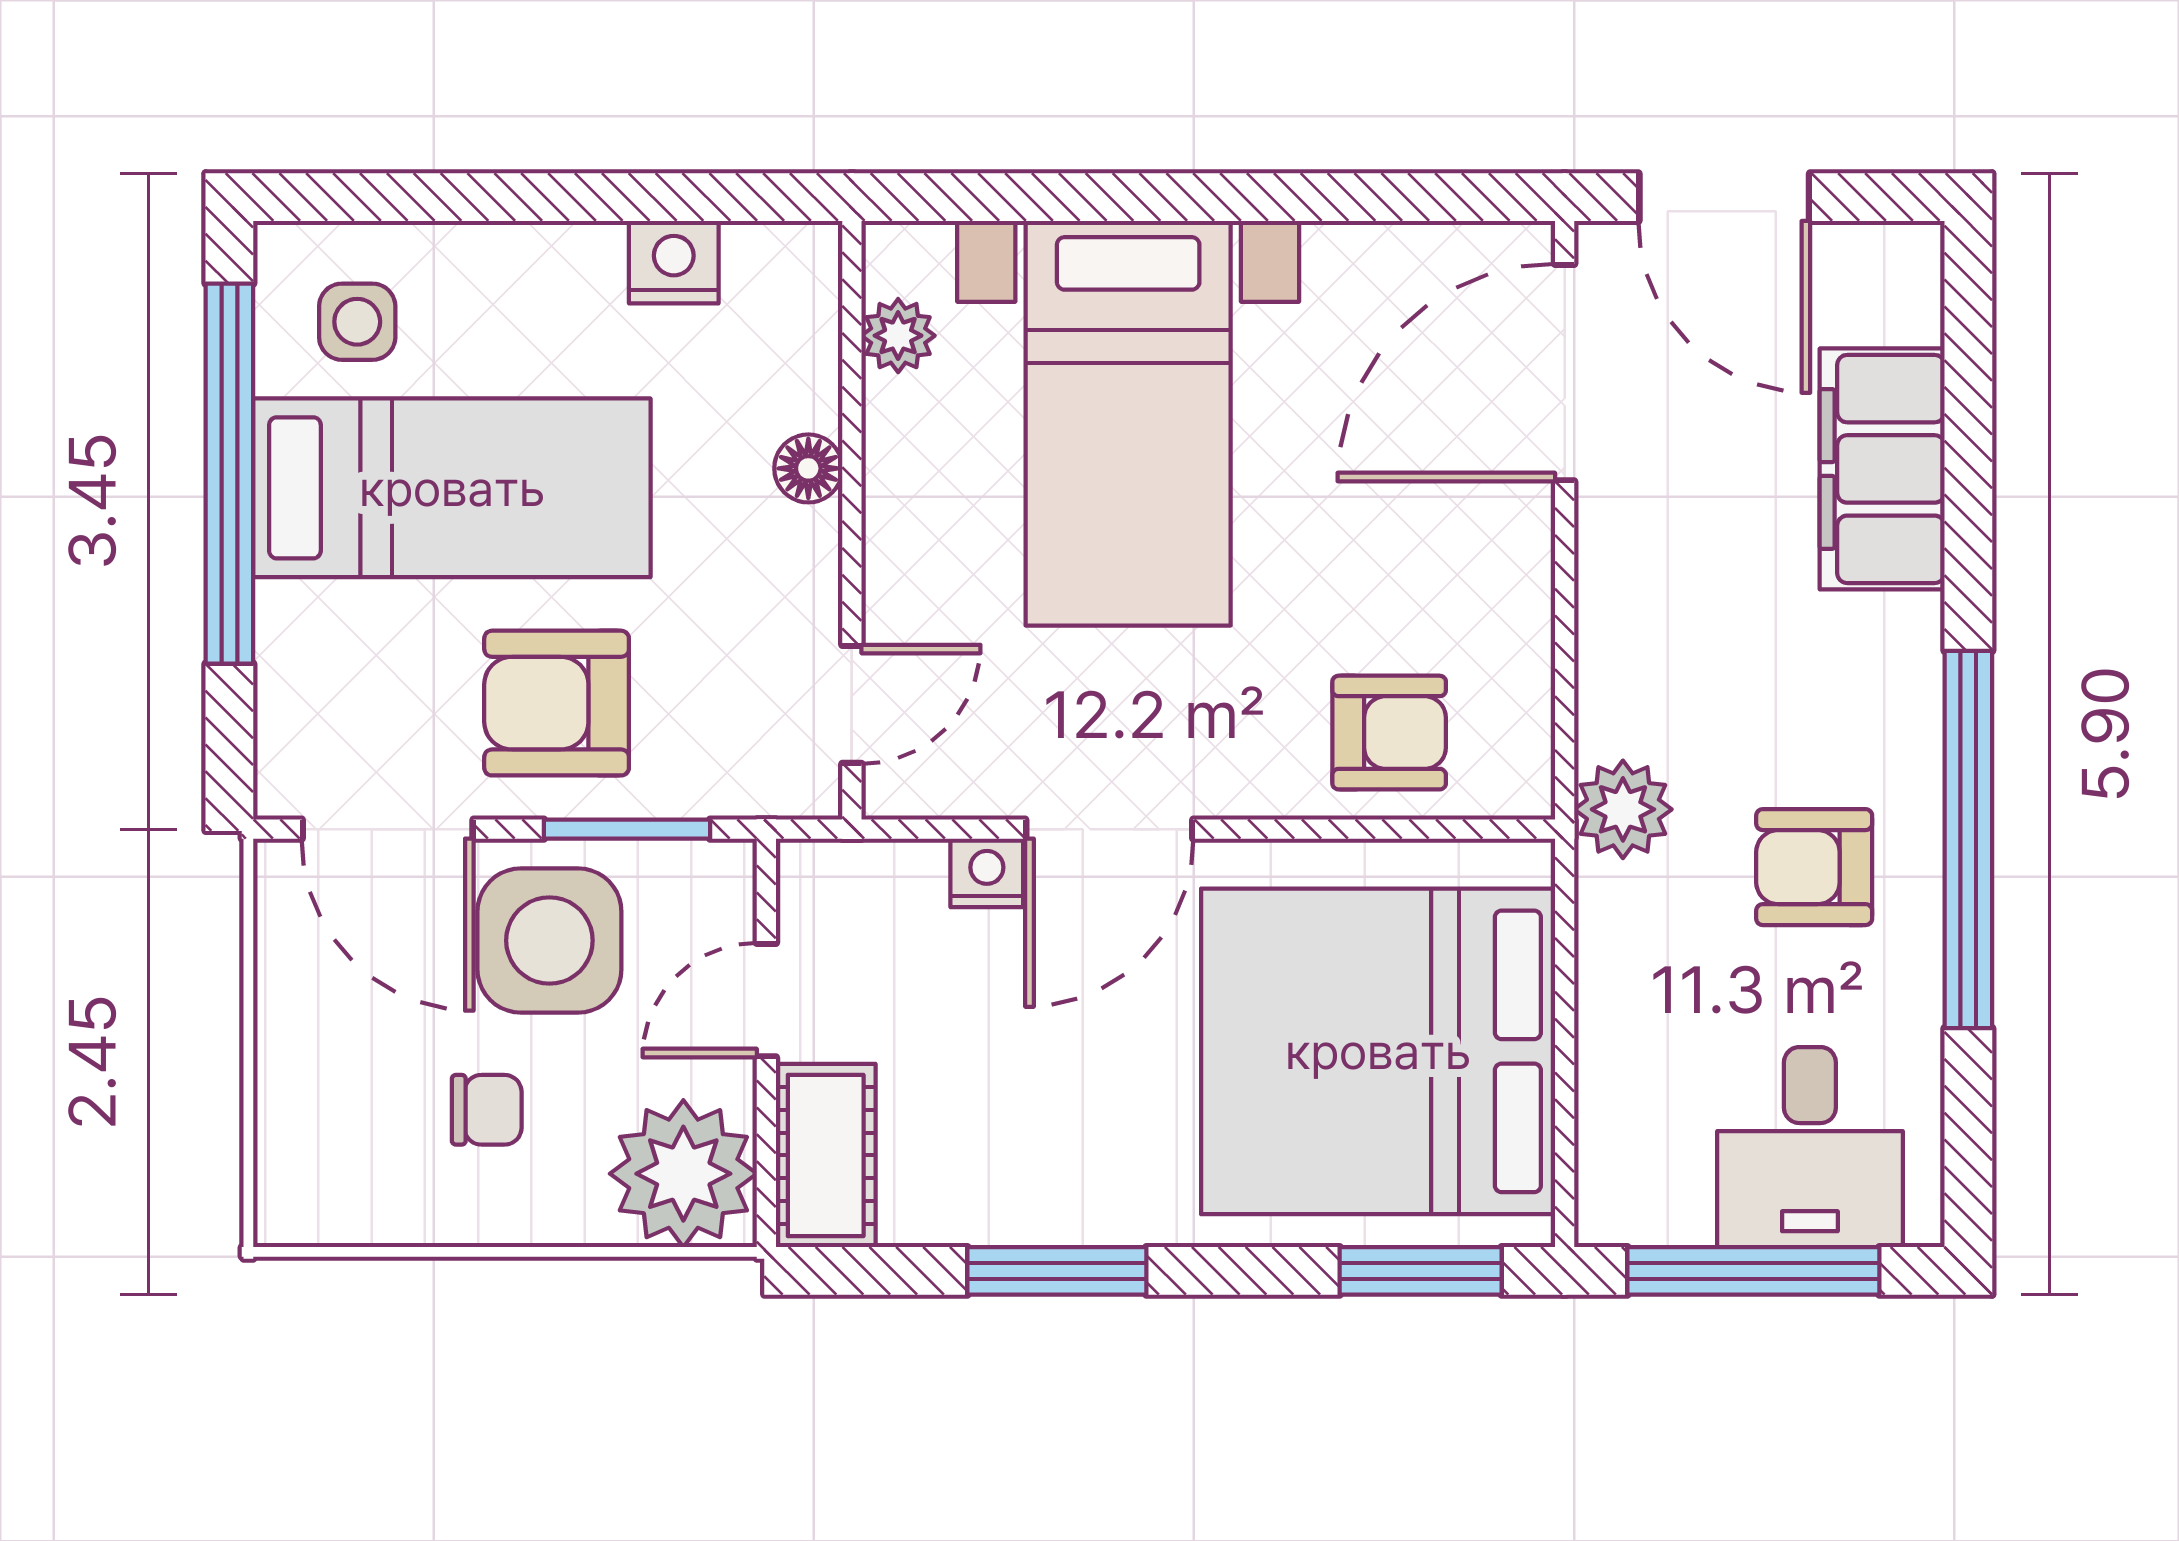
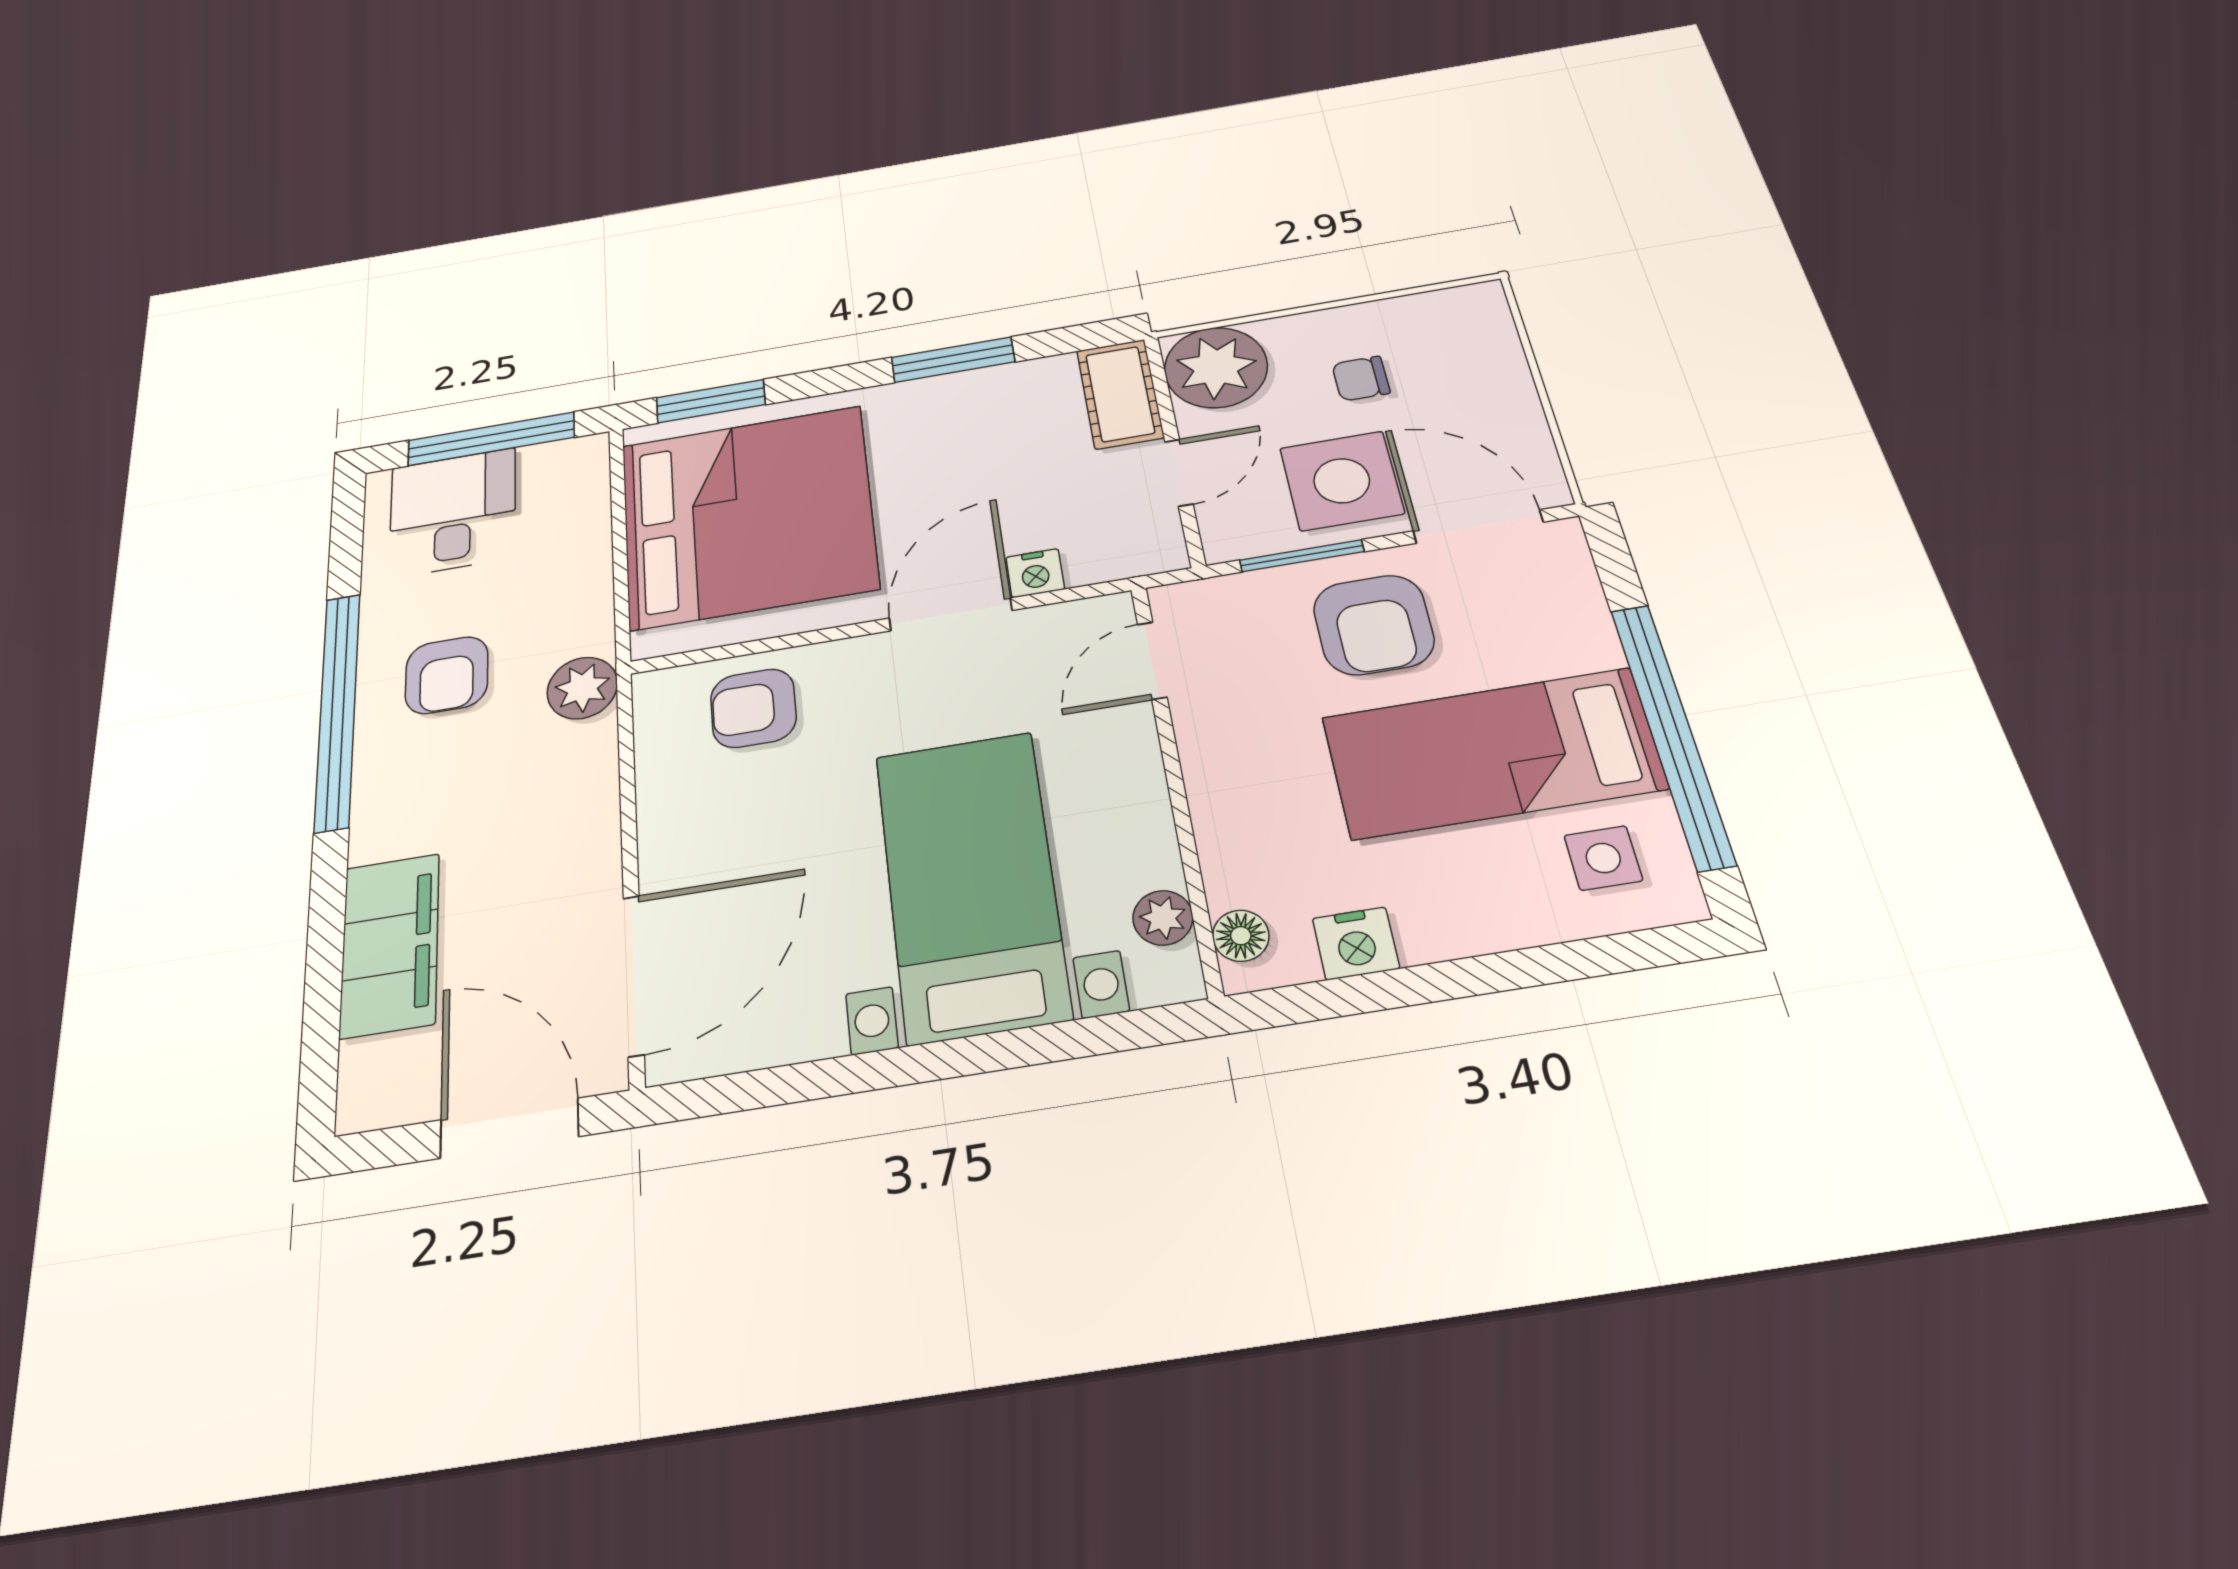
floor lamp: (808, 468) -> (1241, 936), moved
armchair: (557, 703) -> (1374, 625), turned 90
armchair: (1814, 867) -> (447, 675), turned 90

